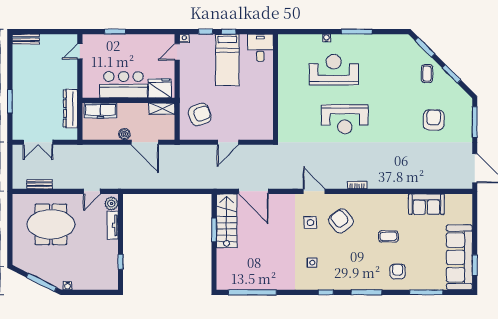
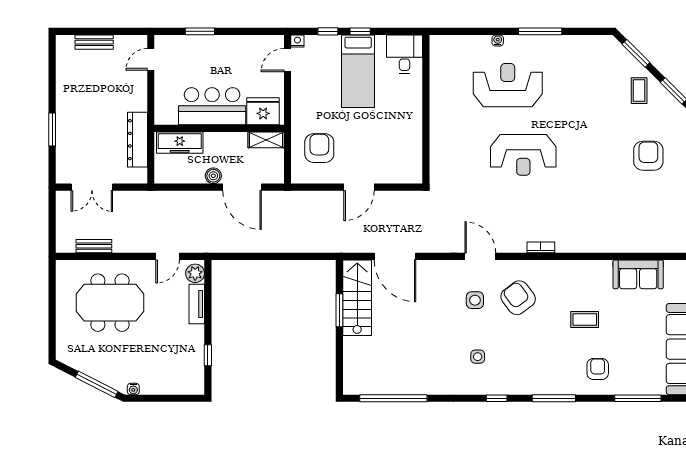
bench: (26, 39) -> (94, 42), moved
armchair: (200, 114) -> (319, 148), turned -71

